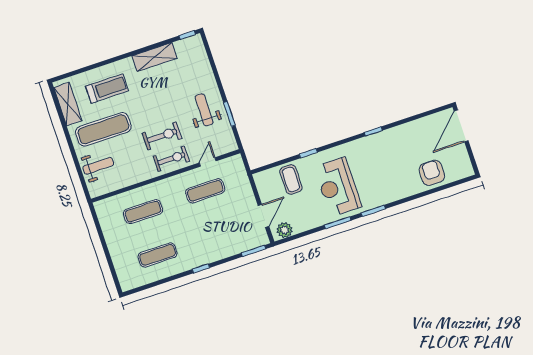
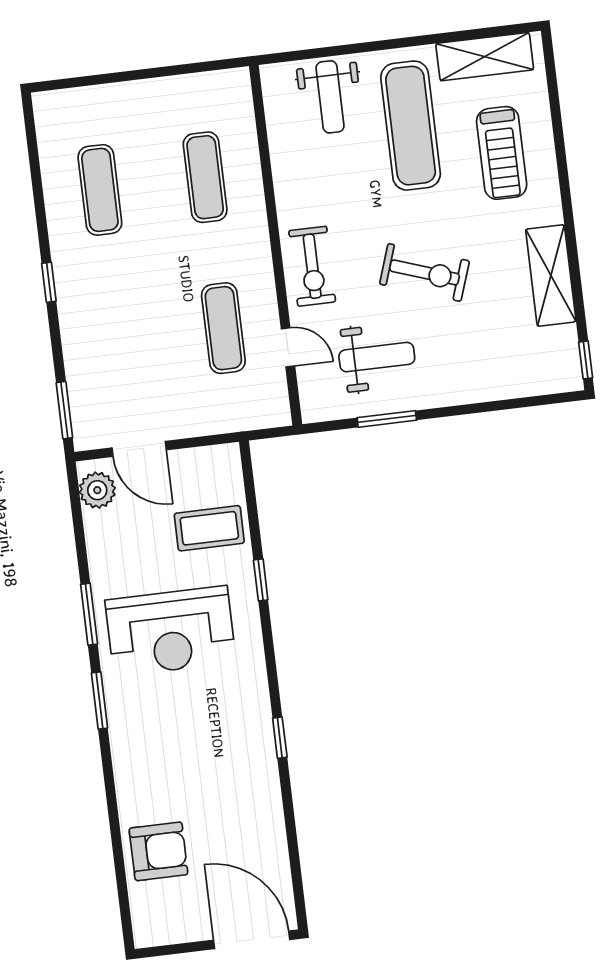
weight bench: (204, 110) -> (377, 357), moved
exercise bike: (162, 136) -> (425, 272), moved, turned -71
reception desk: (338, 187) -> (171, 631), turned 180

